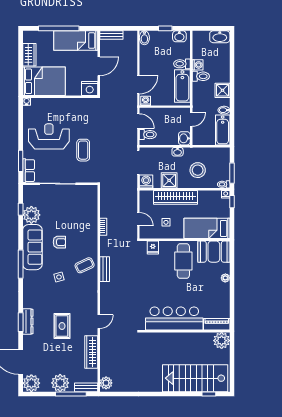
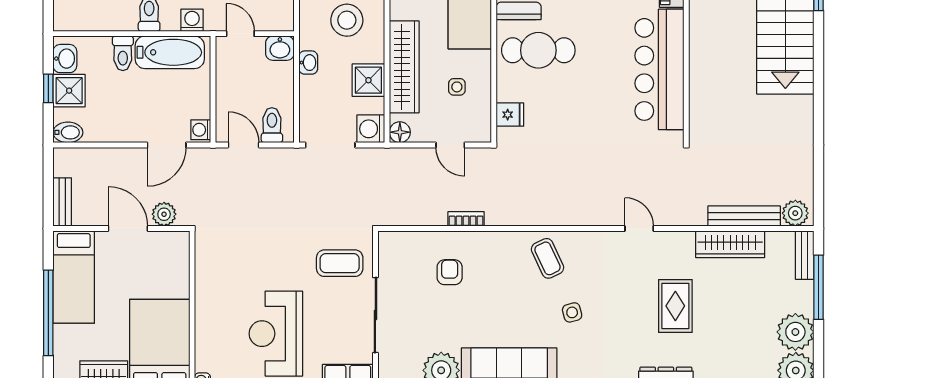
shower: (164, 38) -> (69, 91), added
washing machine: (198, 65) -> (192, 20), moved
plant: (106, 83) -> (164, 214), added
door: (138, 85) -> (167, 145), swing flipped
nightstand: (90, 88) -> (175, 248), removed
door: (138, 121) -> (244, 145), hinge flipped
coffee table: (83, 150) -> (340, 263), moved
floor lamp: (144, 195) -> (400, 132), added
door: (138, 219) -> (450, 145), swing flipped
armchair: (59, 242) -> (450, 272), moved
bench: (105, 269) -> (744, 216), moved, width x1.36
door: (99, 322) -> (639, 229), moved
rug: (62, 326) -> (675, 306), turned 90
plant: (60, 383) -> (795, 332), moved

